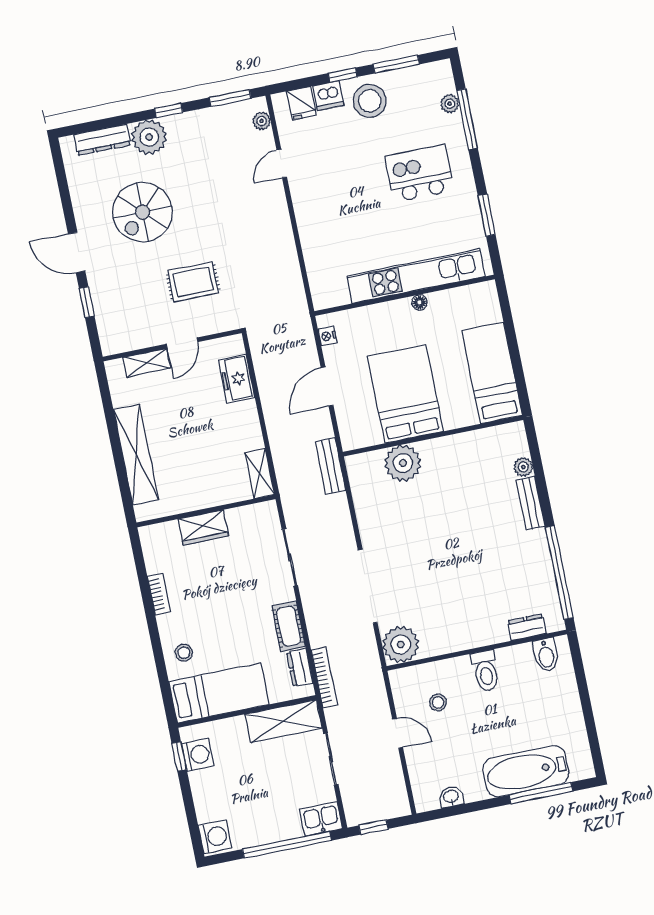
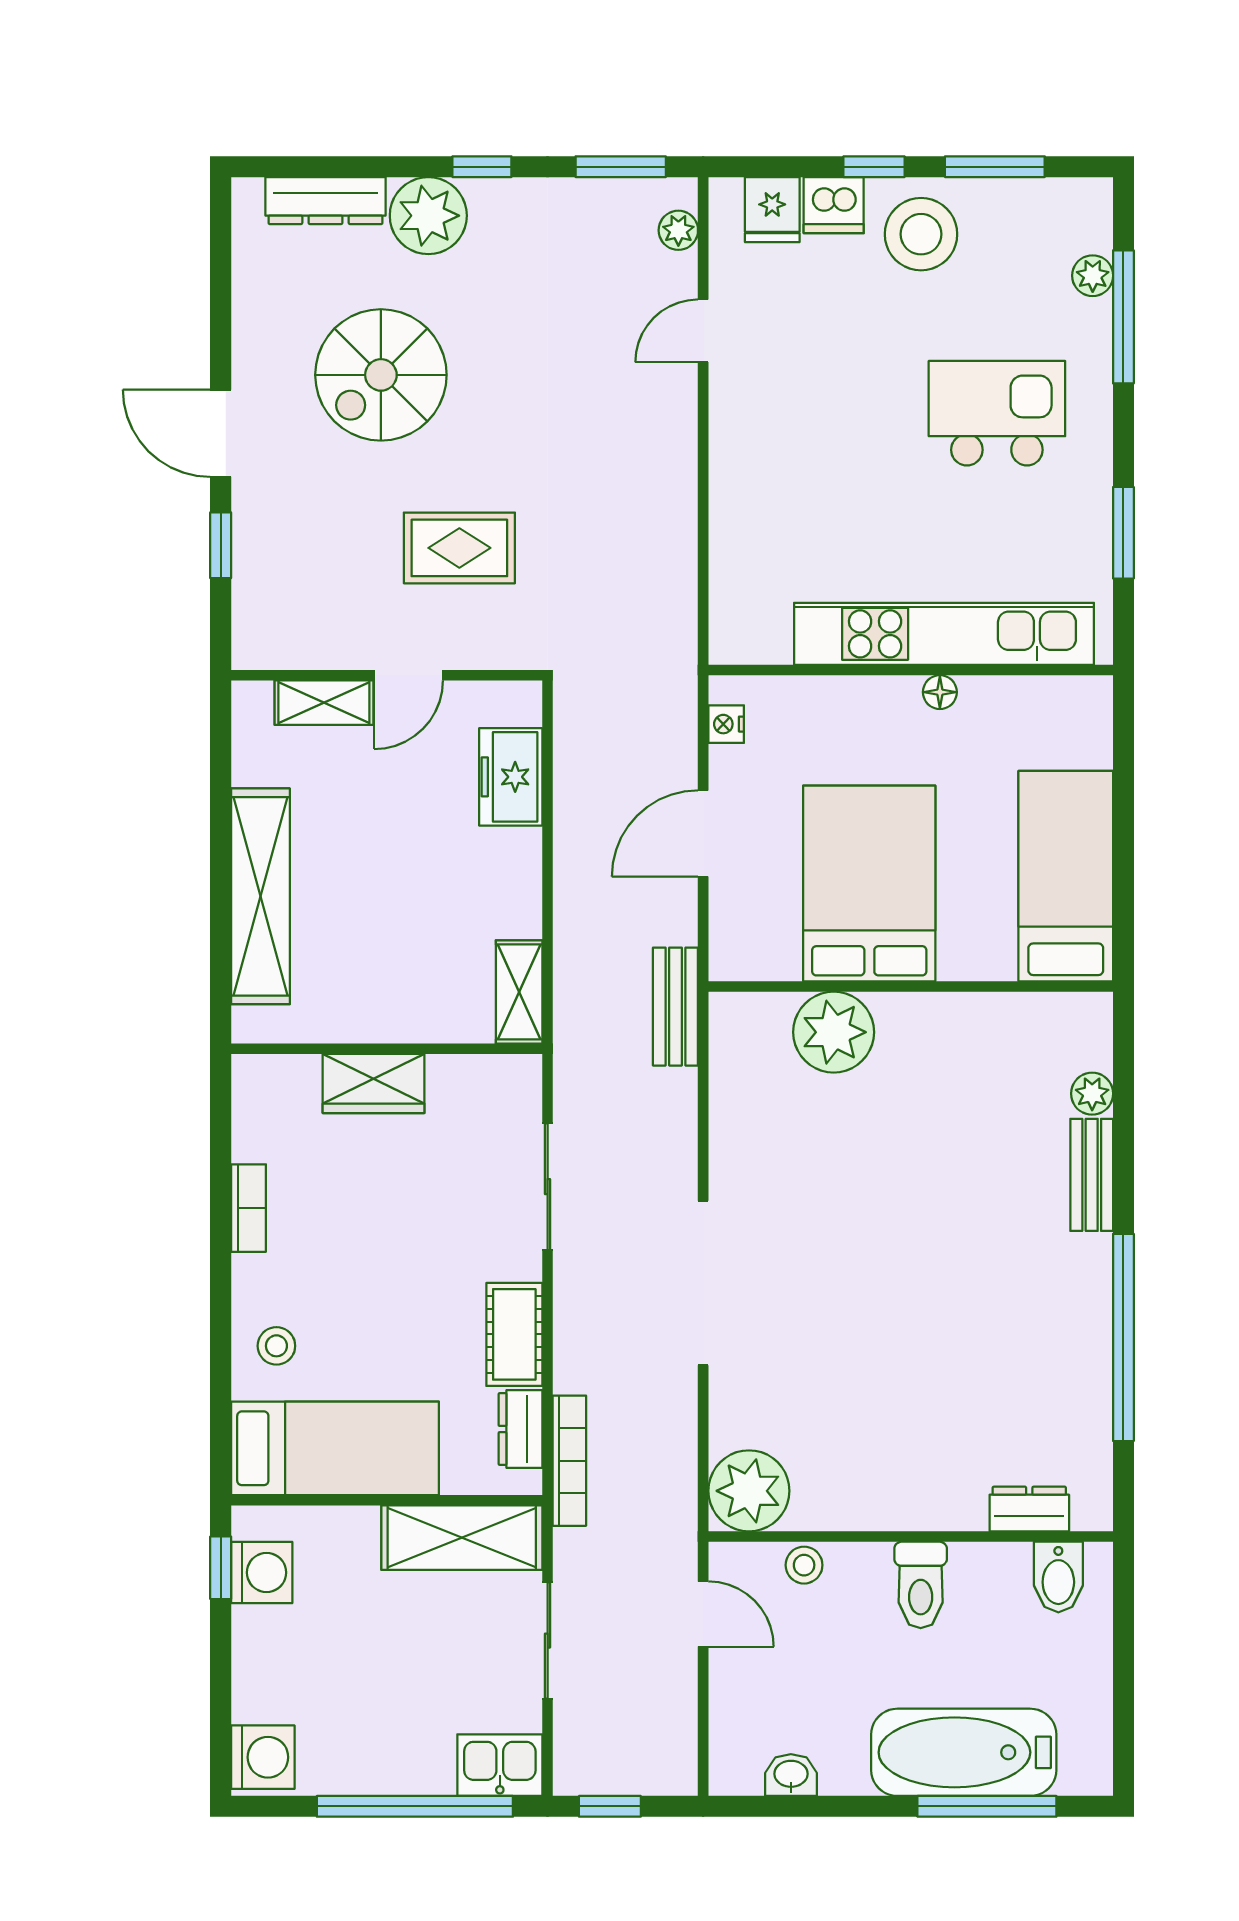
dresser: (527, 627) -> (1029, 1509), moved
plant: (401, 644) -> (749, 1491), moved
wall: (477, 650) -> (911, 1537), moved
bidet: (546, 655) -> (1058, 1577), moved
toilet: (485, 671) -> (921, 1585), moved

